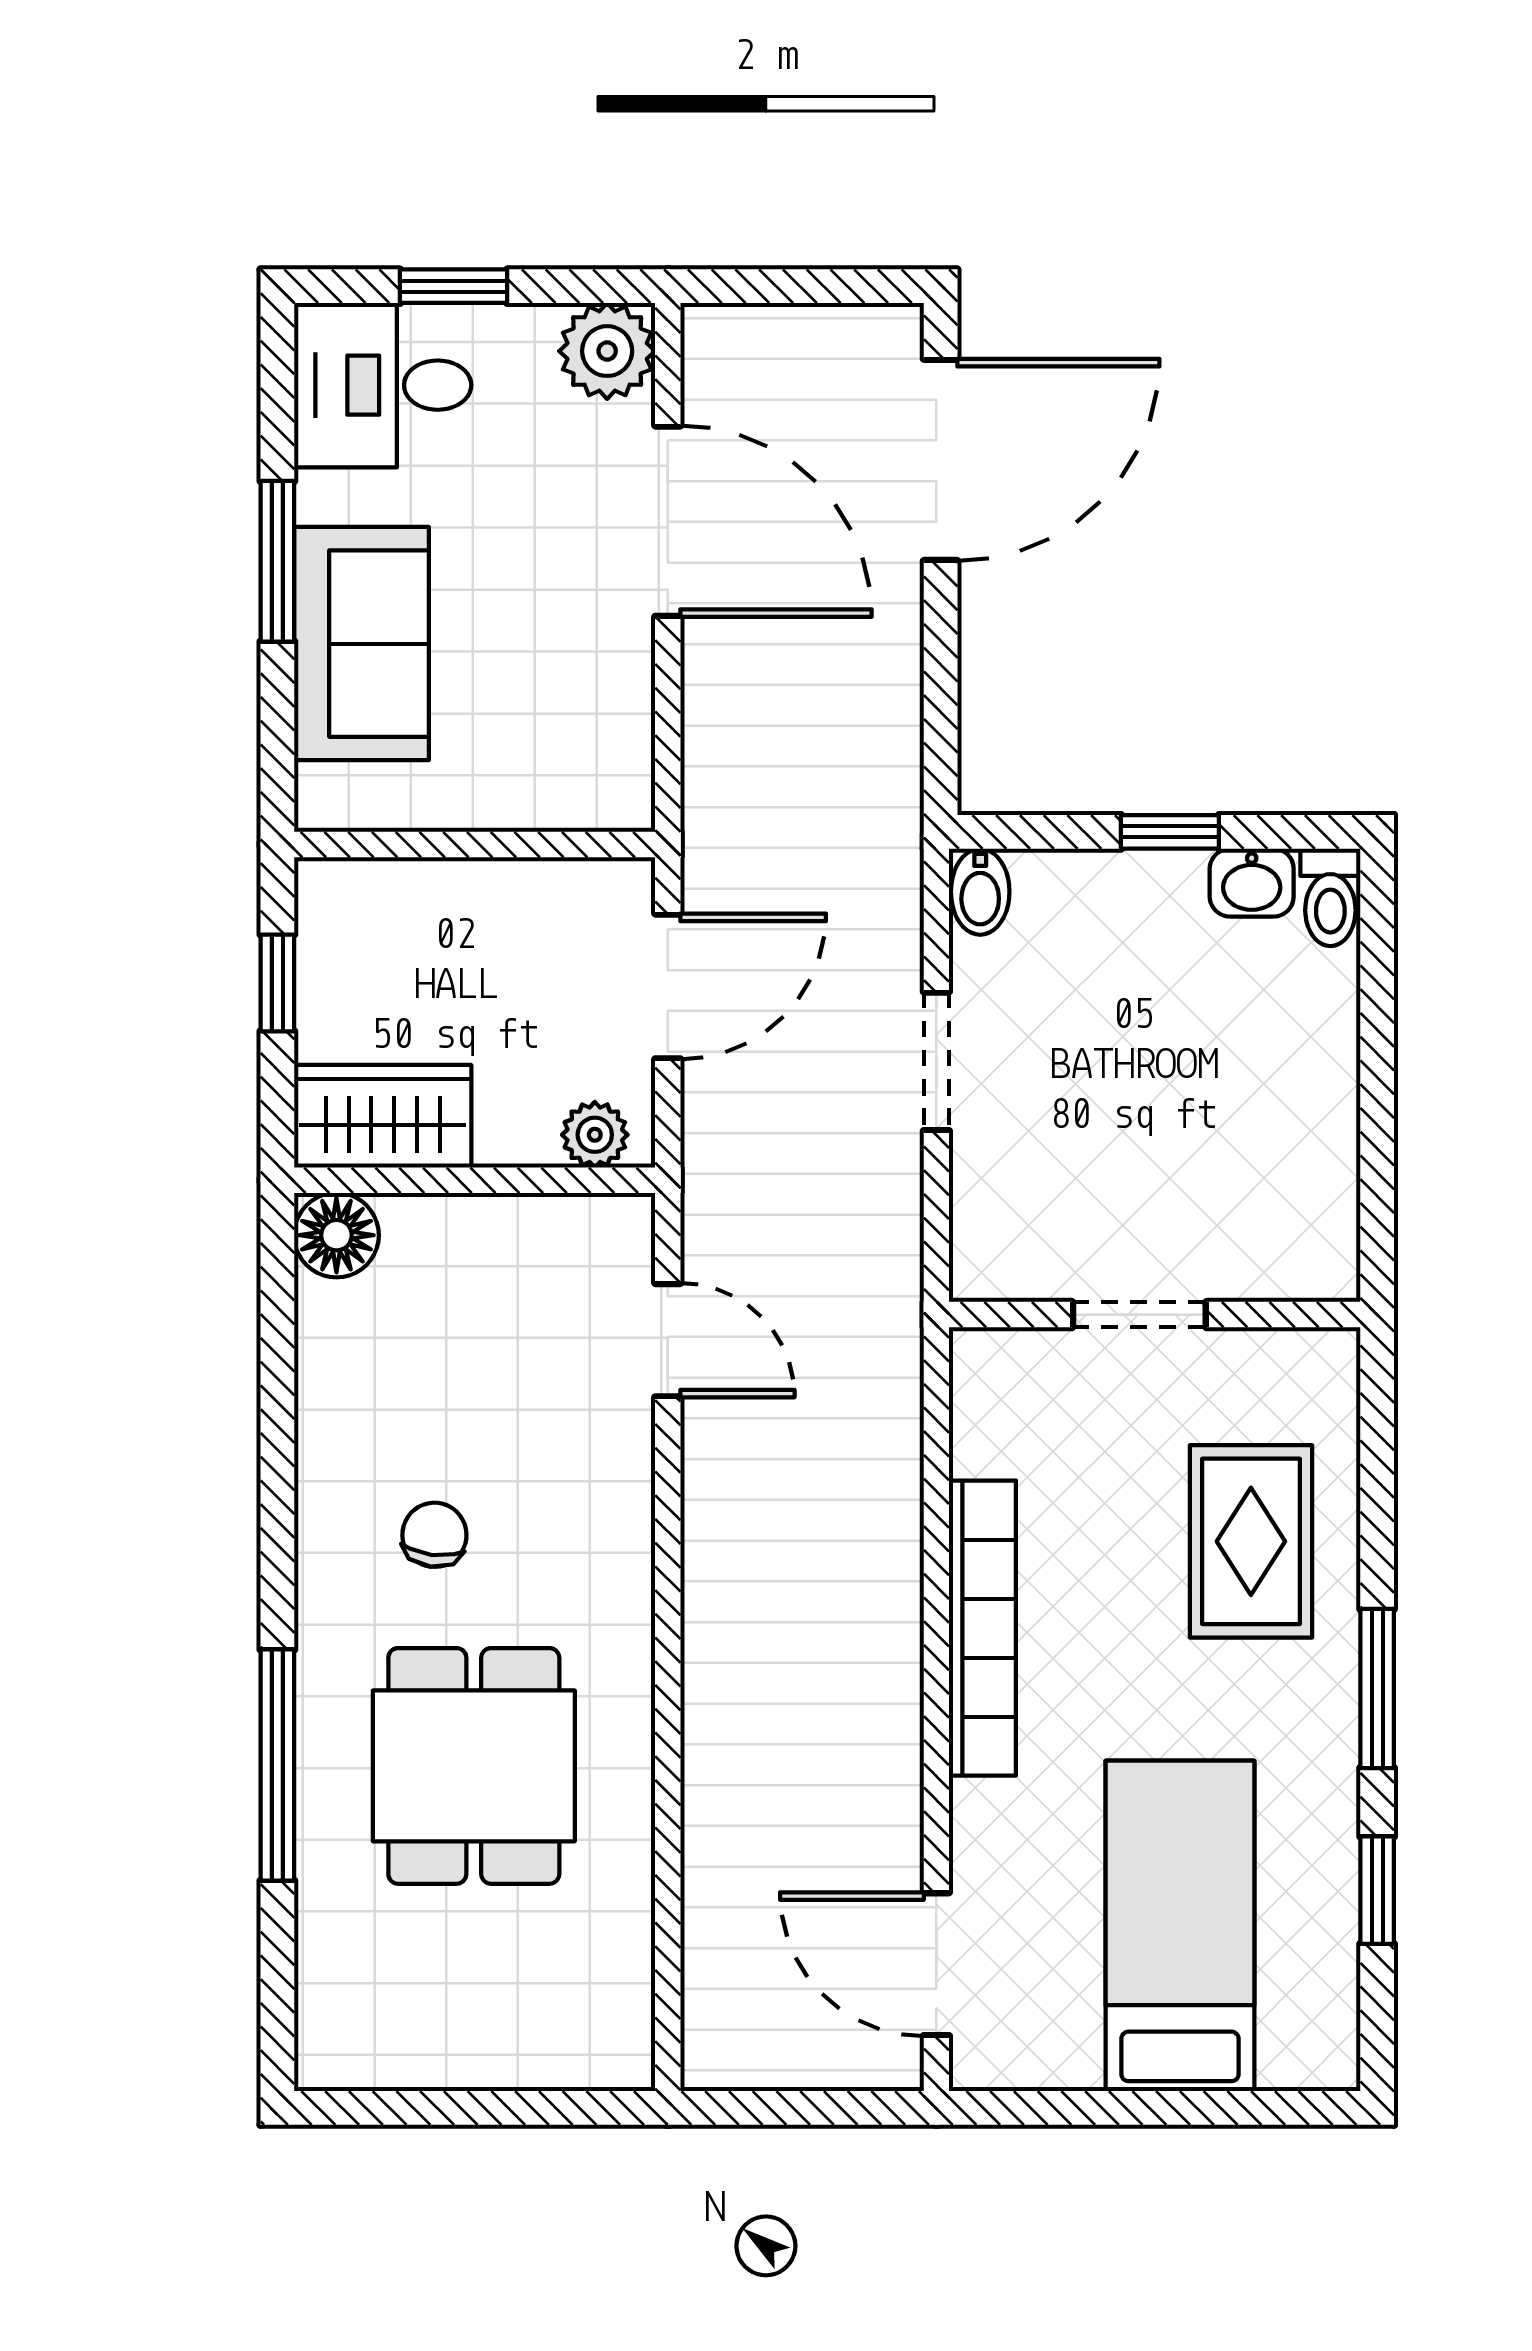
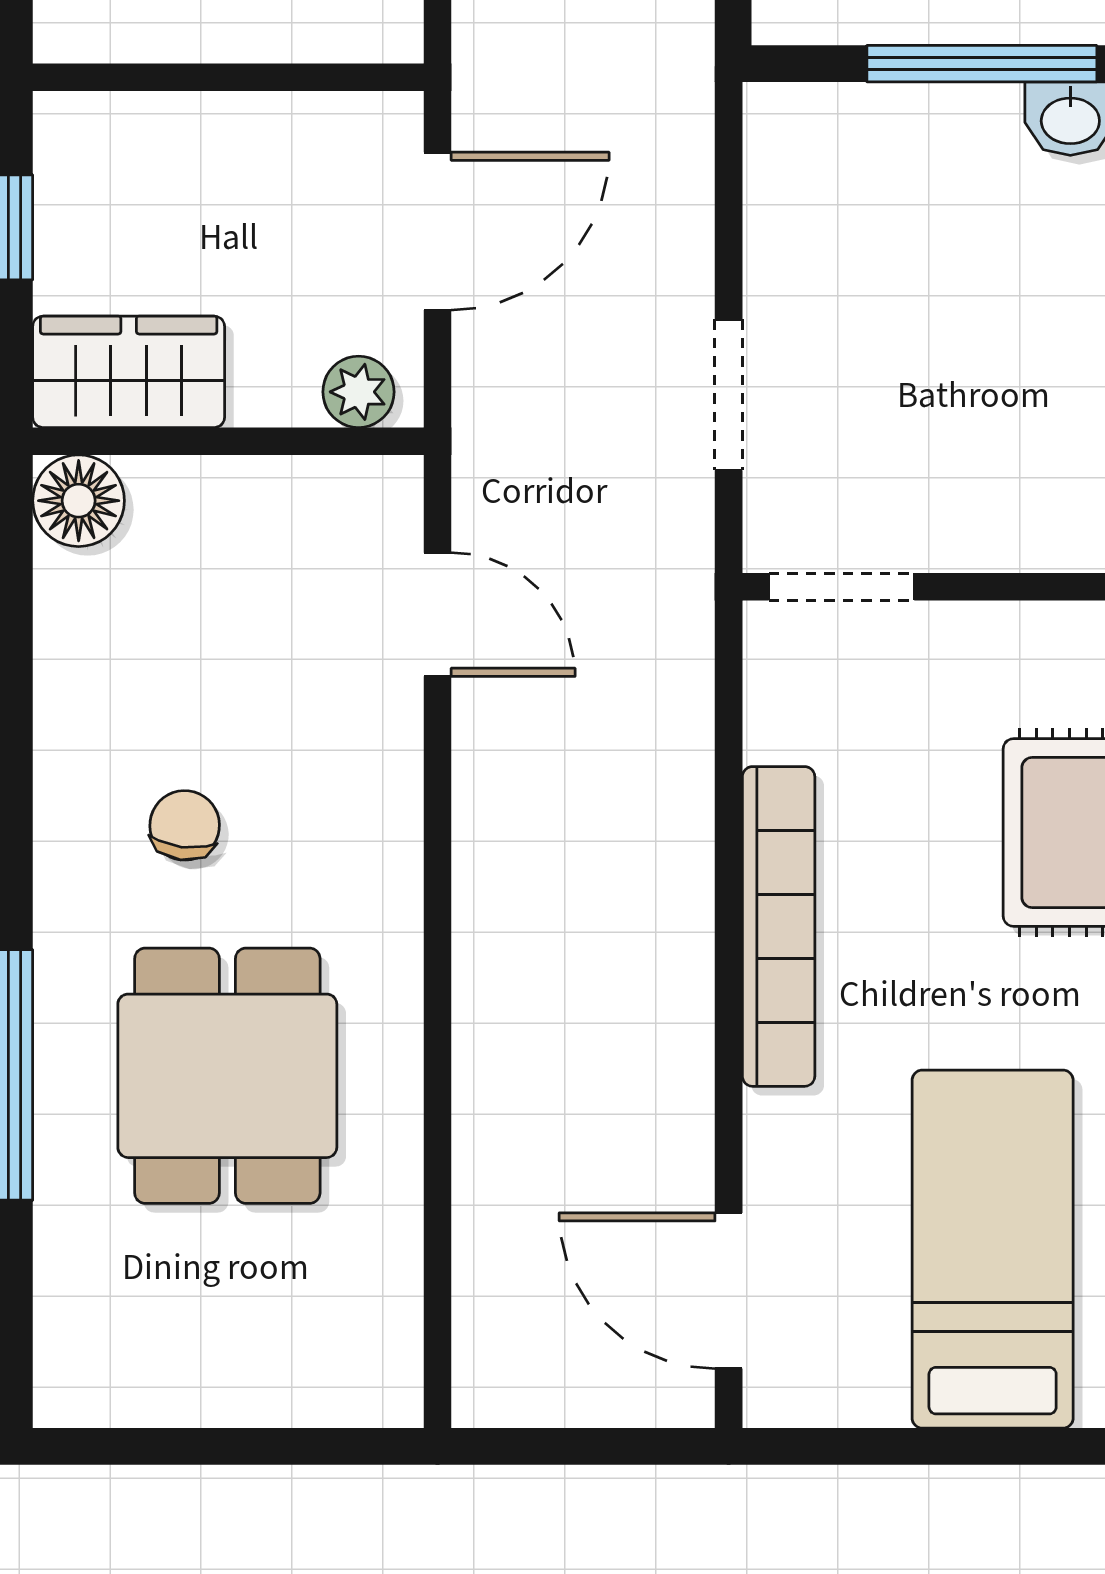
window: (1170, 832) -> (982, 64), width x2.17
bidet: (980, 892) -> (776, 128), removed
doorway: (936, 1061) -> (729, 395), moved
doorway: (1139, 1315) -> (842, 587), moved

